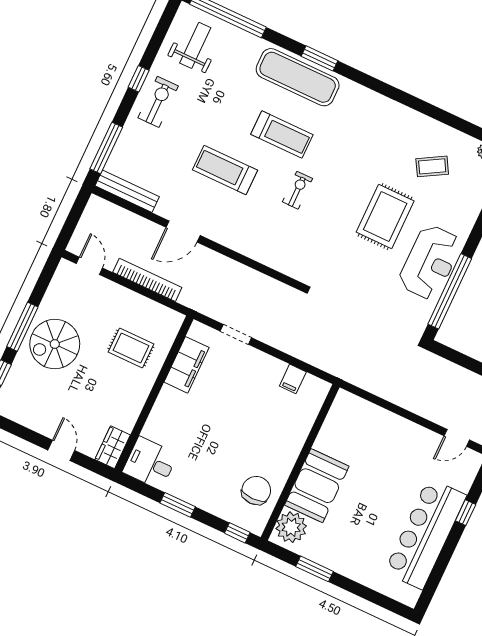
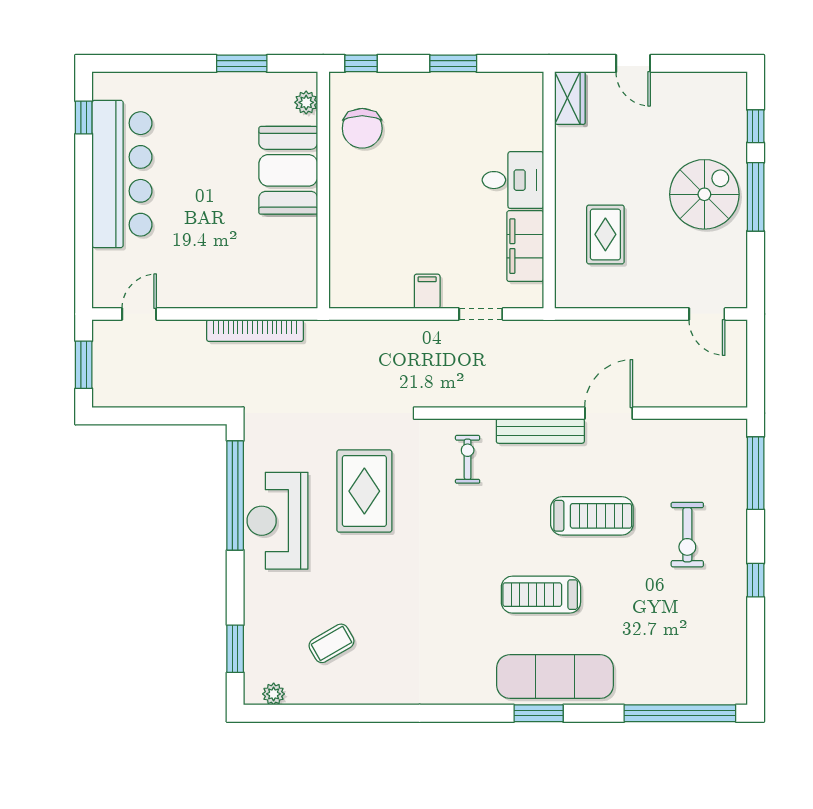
weight bench: (195, 45) -> (704, 656), removed
exercise bike: (158, 102) -> (687, 535), moved
exercise bike: (297, 190) -> (468, 459), moved, turned 180
bench: (127, 191) -> (540, 431), moved
rug: (385, 217) -> (364, 491), moved
bookcase: (147, 280) -> (255, 330), moved
rug: (131, 348) -> (605, 234), turned 90
filing cabinet: (293, 379) -> (427, 291), moved
desk: (150, 463) -> (513, 180), moved
window: (466, 513) -> (84, 117), moved
plant: (291, 527) -> (306, 102), width x0.53, depth x0.53

